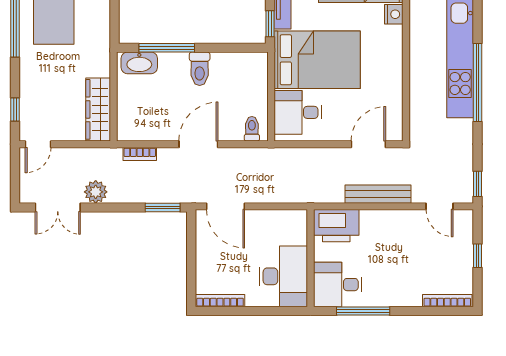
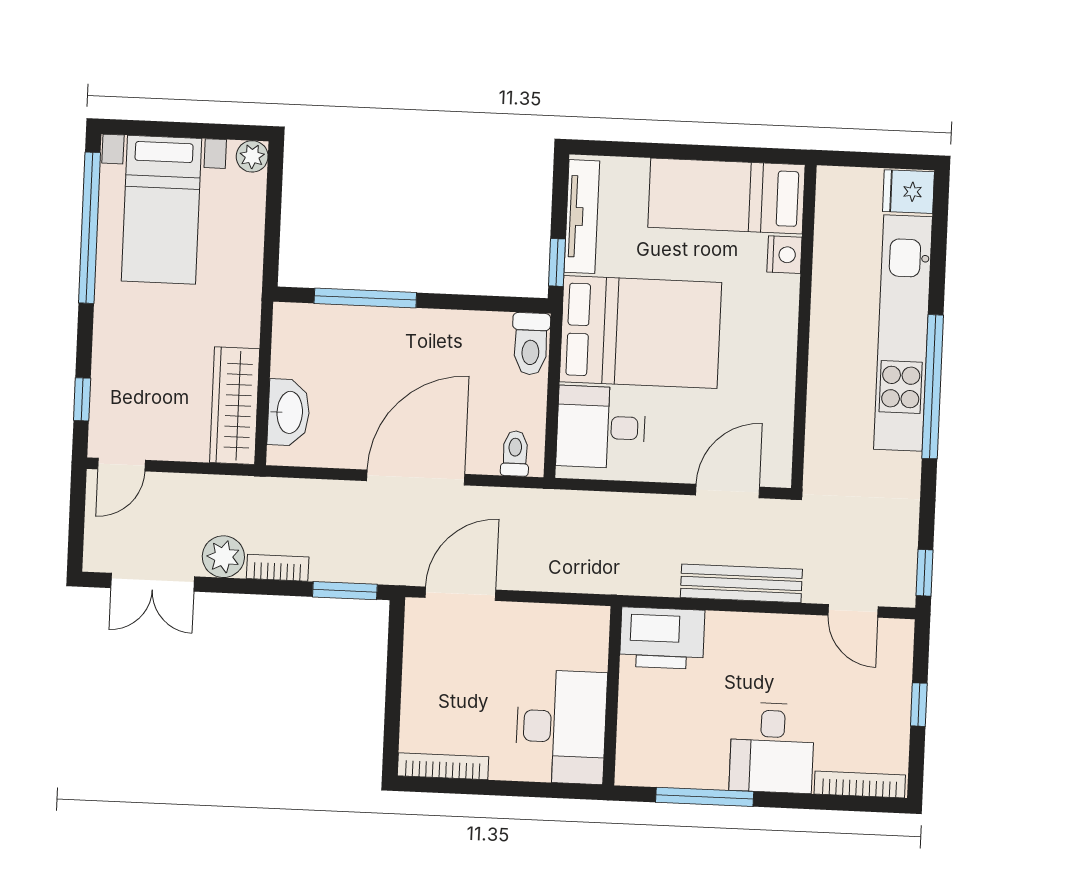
washbasin: (139, 63) -> (289, 412), moved, turned -90
toilet: (200, 69) -> (531, 344), moved
door: (198, 144) -> (416, 477), width x1.36
bookcase: (140, 154) -> (278, 568), moved, turned 180
door: (226, 206) -> (460, 594), swing flipped
desk: (338, 285) -> (772, 748), moved, turned -90

